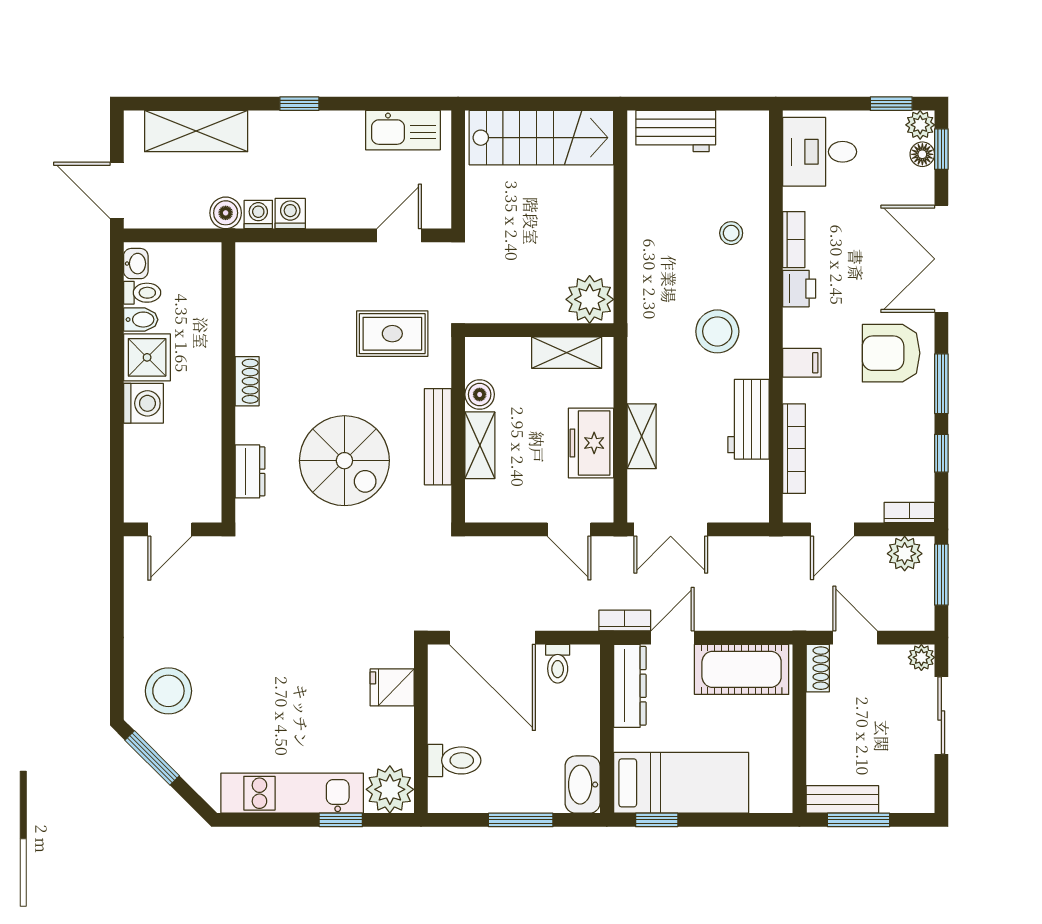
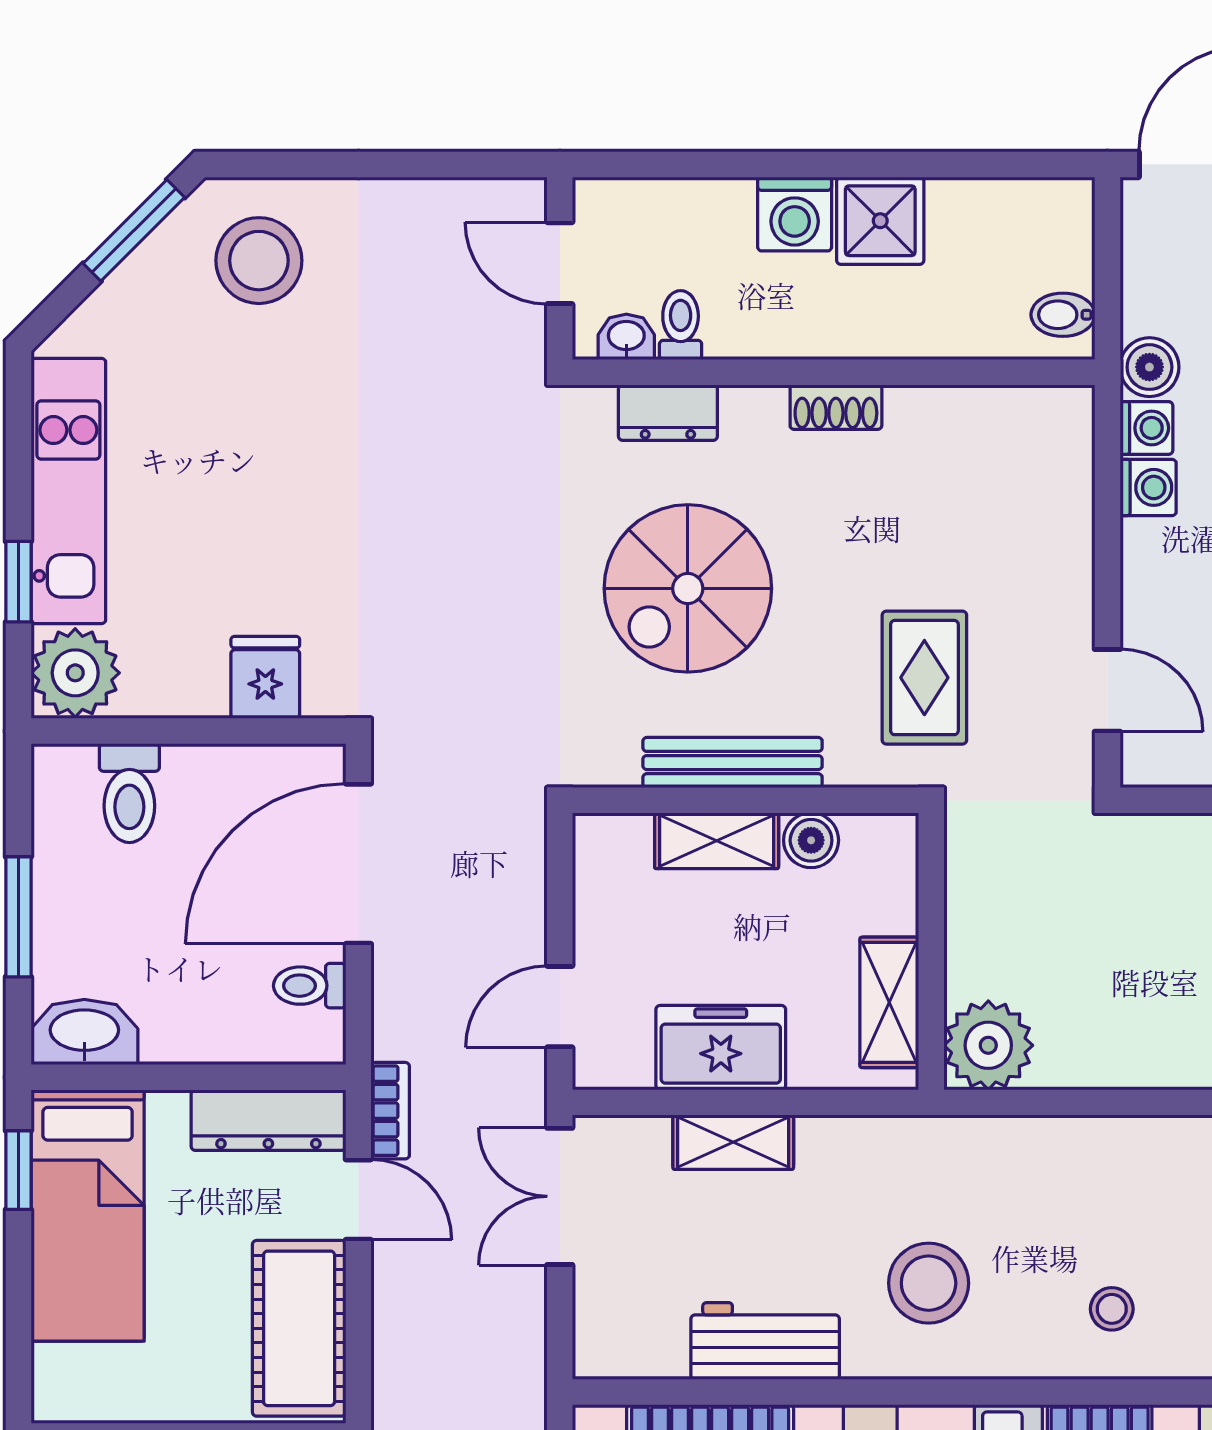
washbasin: (136, 264) -> (626, 337), moved, turned 180
toilet: (142, 293) -> (681, 325), moved, turned 180
bidet: (141, 320) -> (1063, 315), moved, turned 90

